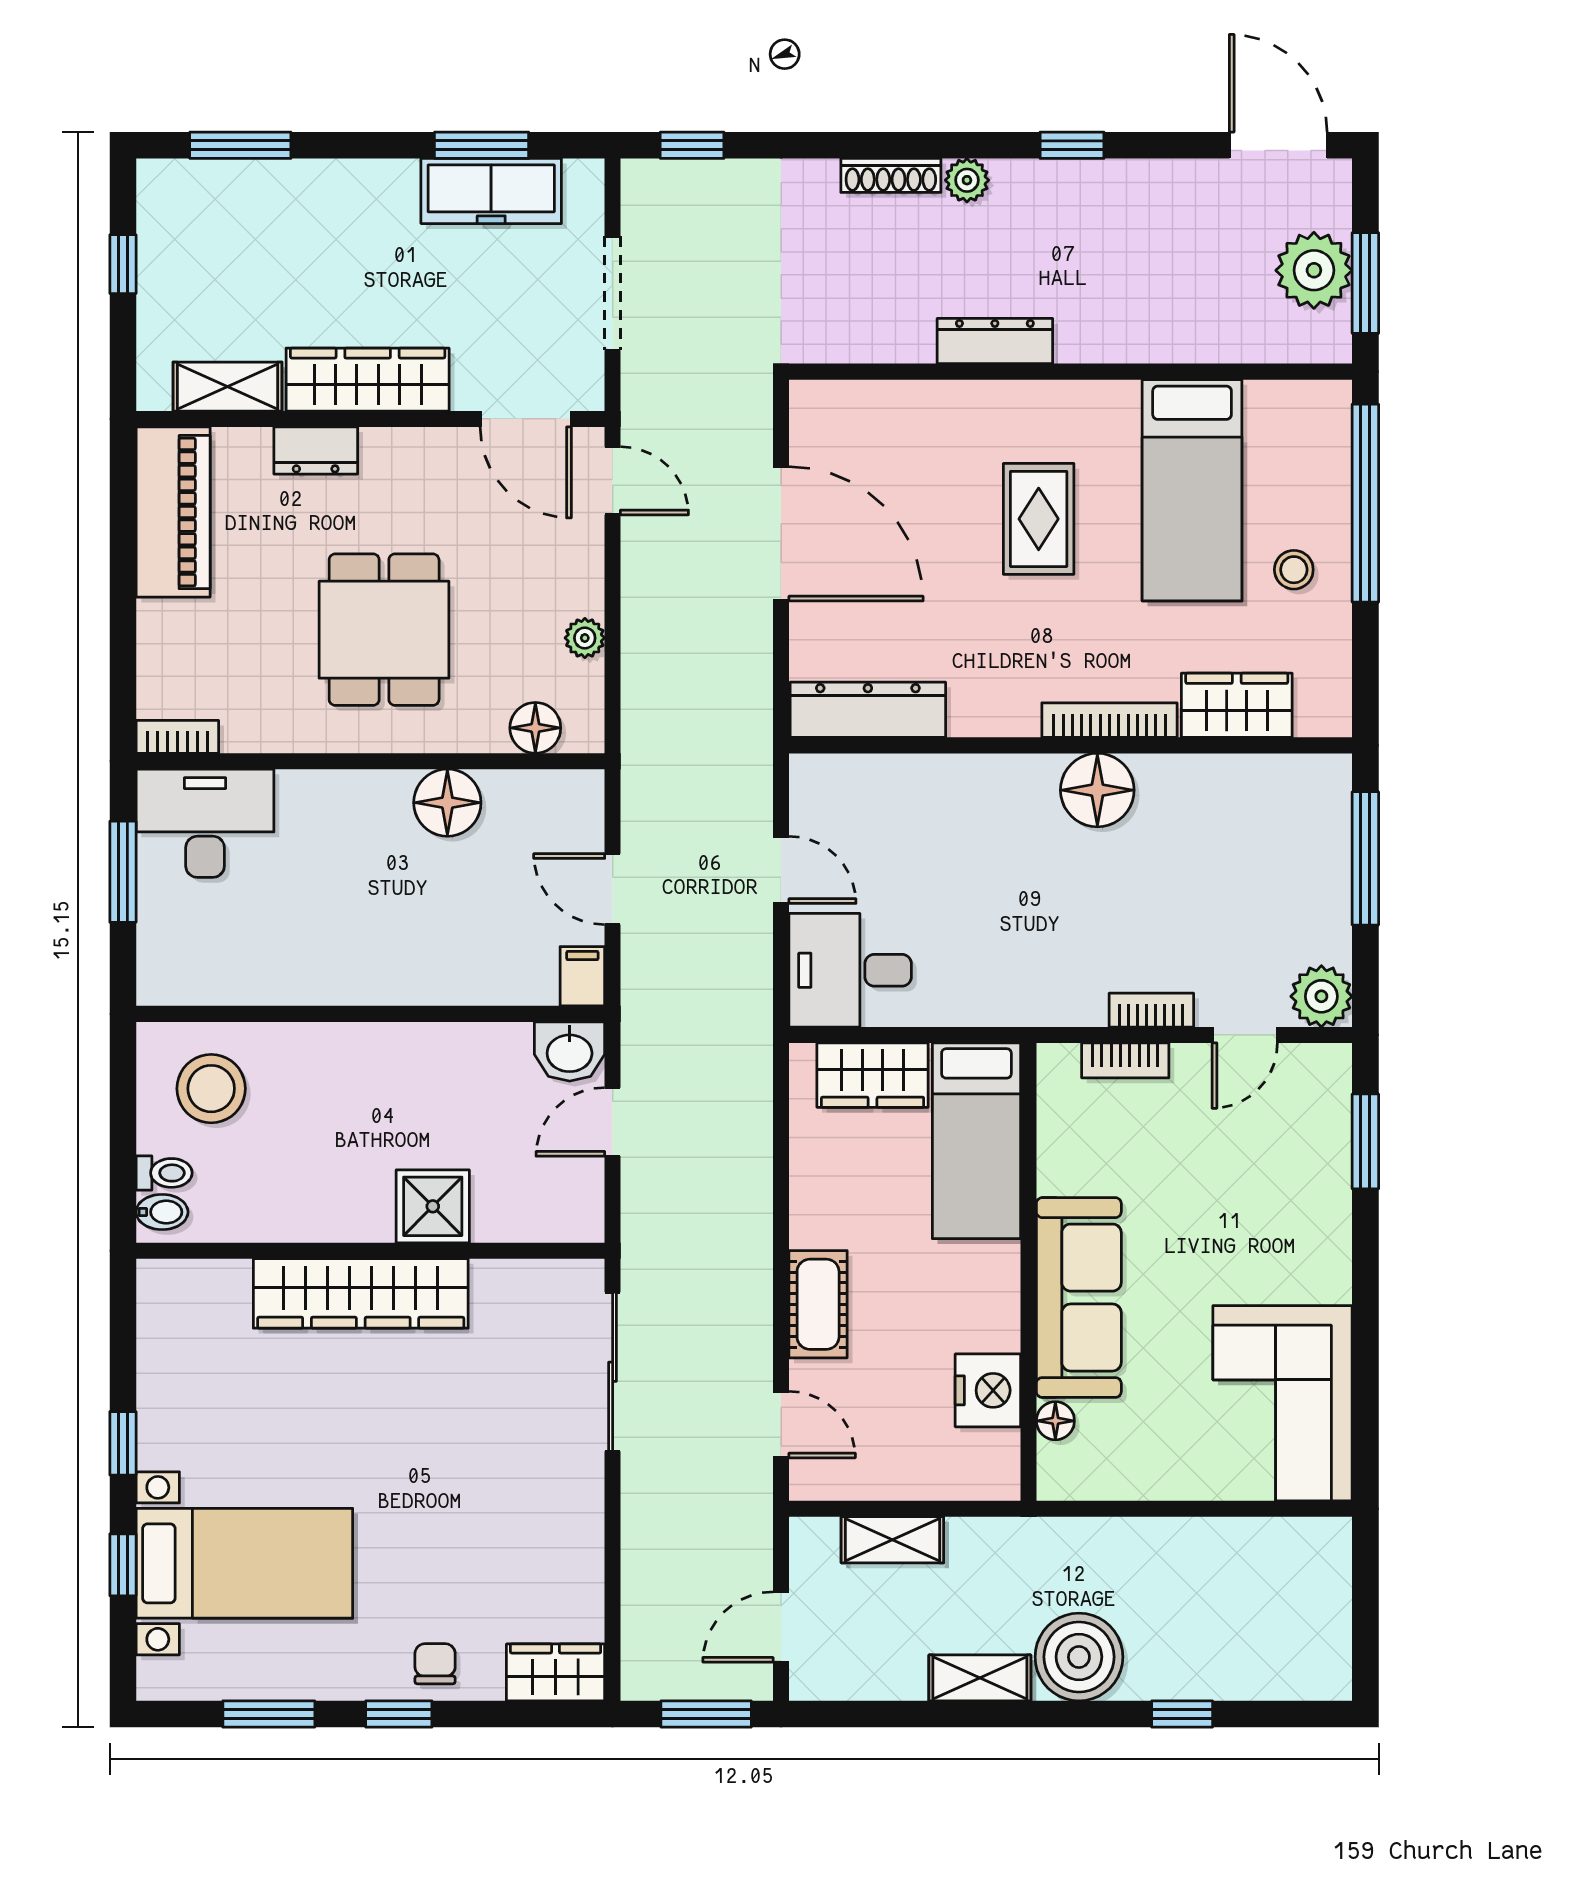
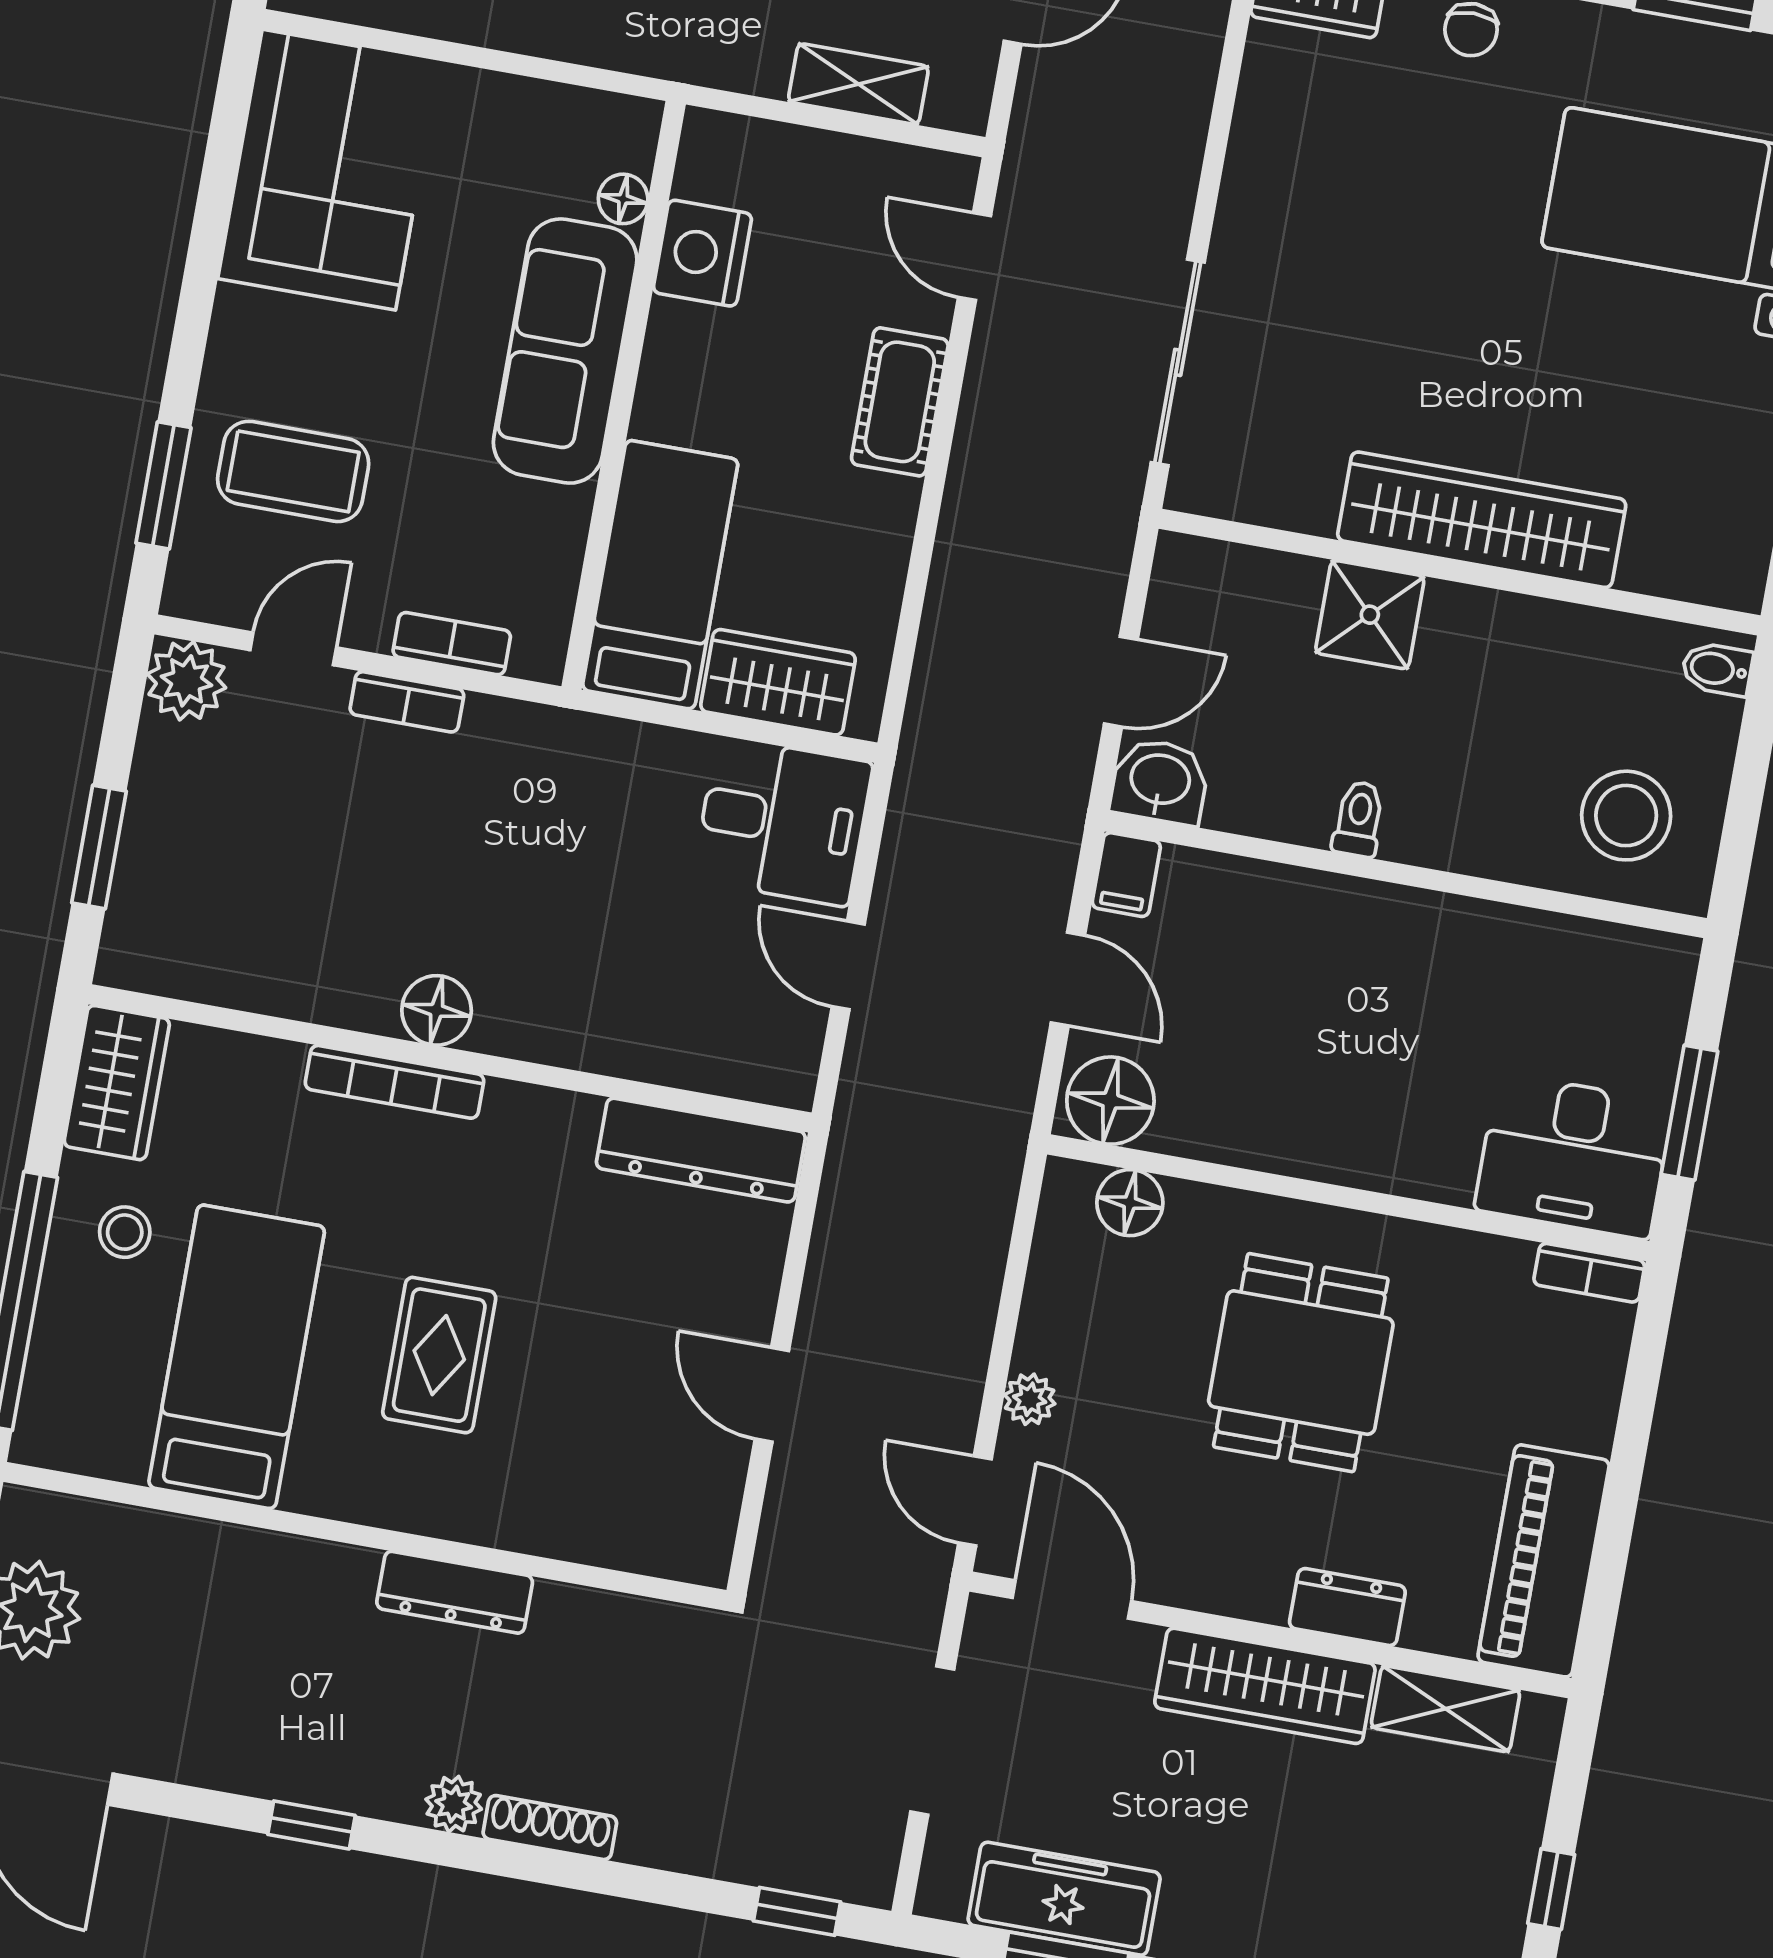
door: (781, 534) -> (772, 1395), width x0.53
plant: (585, 638) -> (1030, 1399), moved
wardrobe: (1237, 705) -> (117, 1083), moved, turned -90
floor lamp: (1097, 790) -> (437, 1010), width x0.73, depth x0.73
floor lamp: (447, 803) -> (1110, 1101), moved
window: (1365, 858) -> (99, 847), width x0.69
coffee table: (1269, 1170) -> (293, 471), added
toilet: (164, 1173) -> (1359, 819), moved, turned 90

